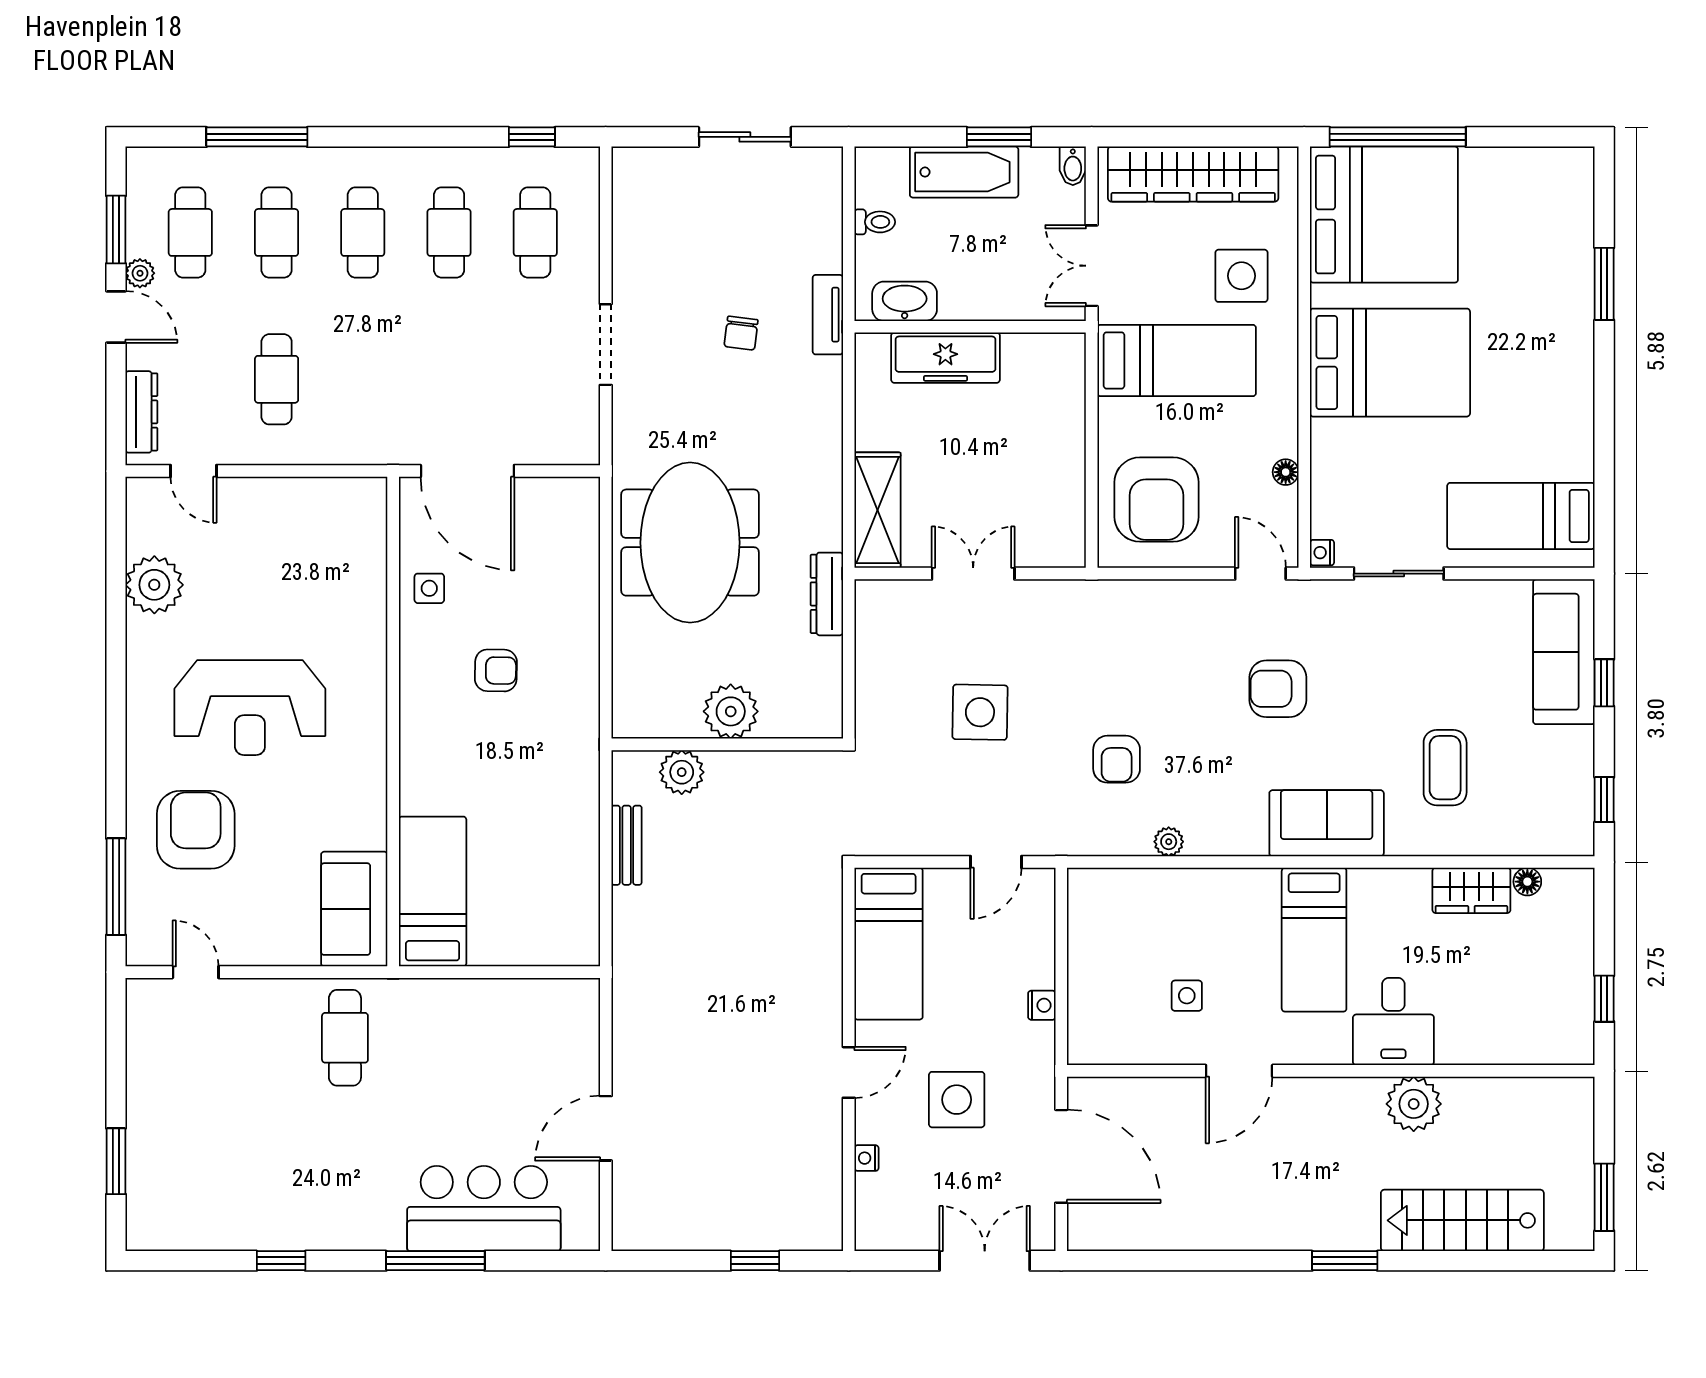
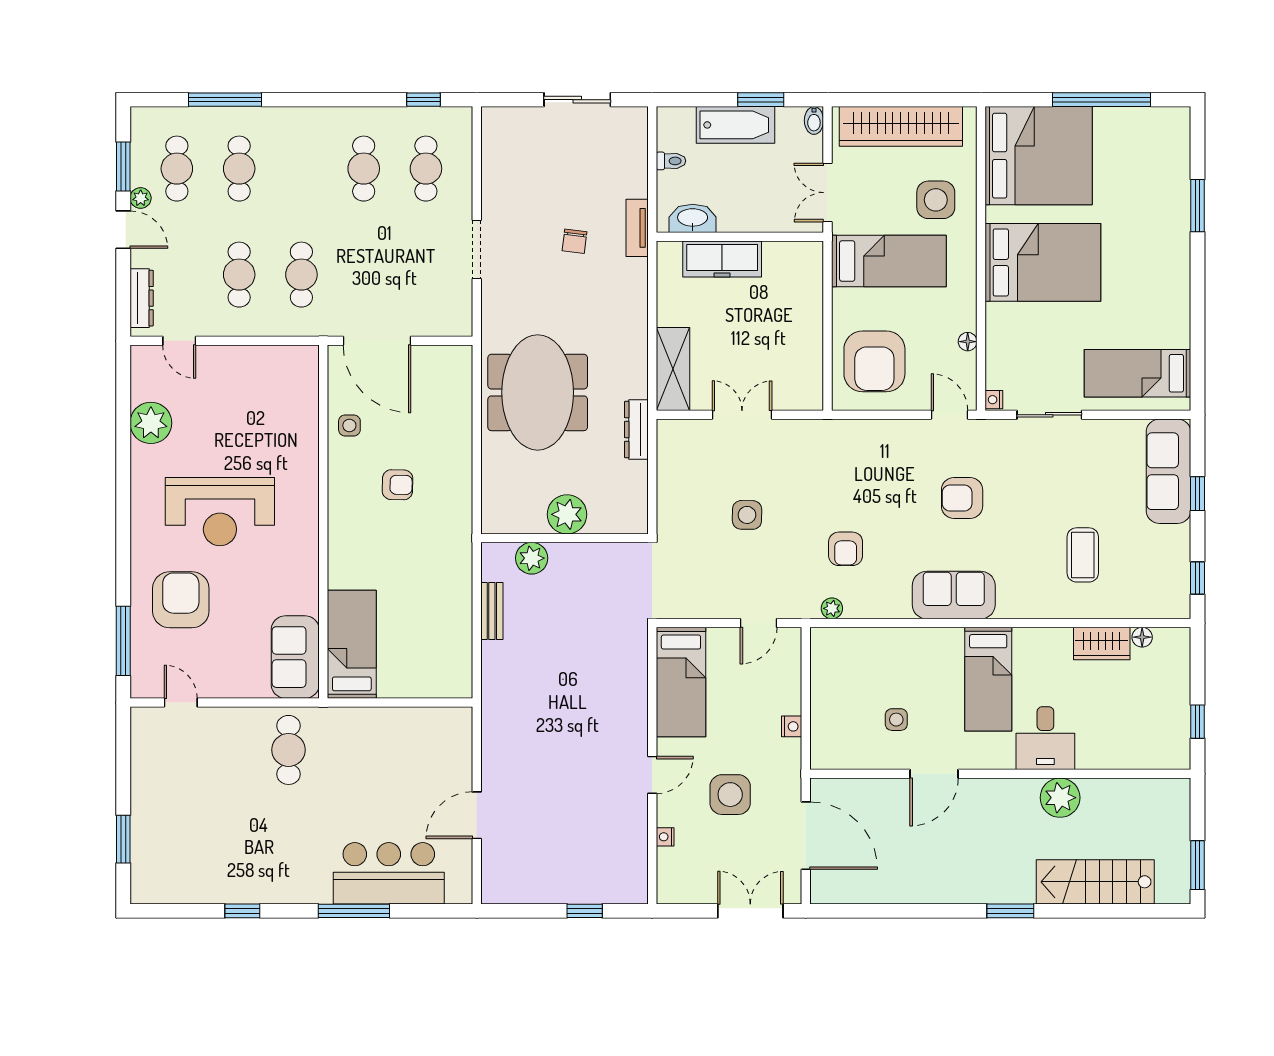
window: (1398, 137) -> (1101, 100), moved
cafe table: (363, 232) -> (301, 275), moved
side table: (980, 712) -> (747, 515), width x0.73, depth x0.73
sofa: (1327, 823) -> (954, 595), moved
plant: (1169, 842) -> (832, 608), moved

